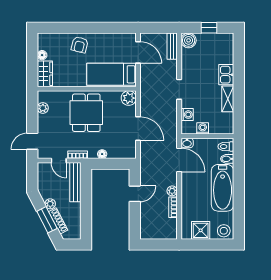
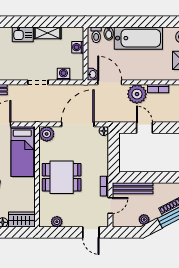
door: (138, 128) -> (78, 124), width x1.36
washing machine: (203, 128) -> (78, 47), moved
floor lamp: (102, 154) -> (104, 131), moved
door: (179, 160) -> (110, 82), hinge flipped
plant: (172, 191) -> (137, 94), width x1.88, depth x1.88
plant: (50, 204) -> (144, 220), moved

